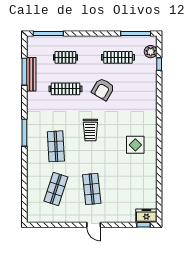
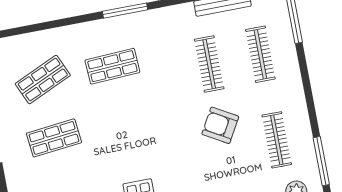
clothes rail: (65, 57) -> (260, 54), width x1.36
trolley: (90, 130) -> (150, 118), removed
shop shelf: (56, 189) -> (43, 80), turned -42

